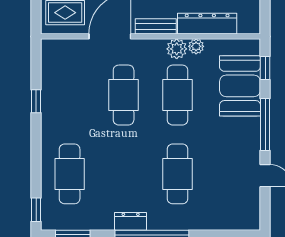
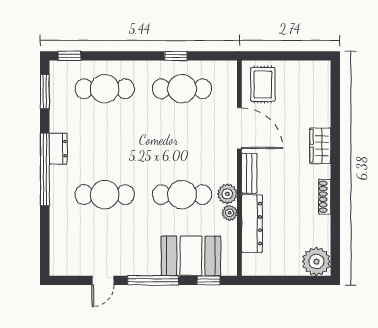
cafe table: (124, 95) -> (182, 89), moved

